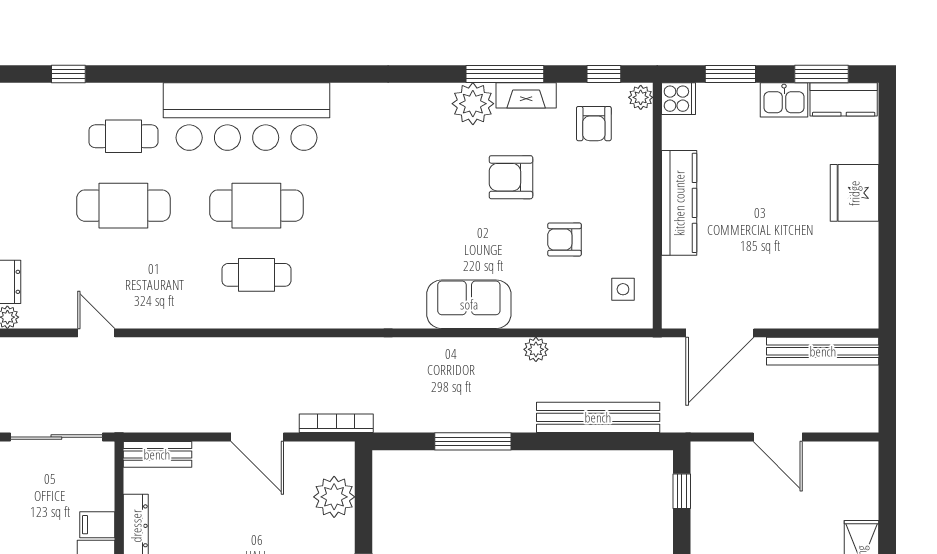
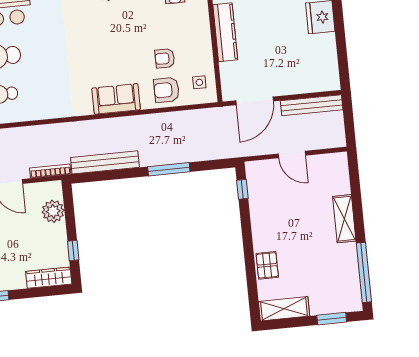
armchair: (511, 177) -> (166, 90), moved
plant: (536, 349) -> (155, 120), removed
bench: (598, 417) -> (105, 162), moved
window: (473, 441) -> (169, 169), moved

